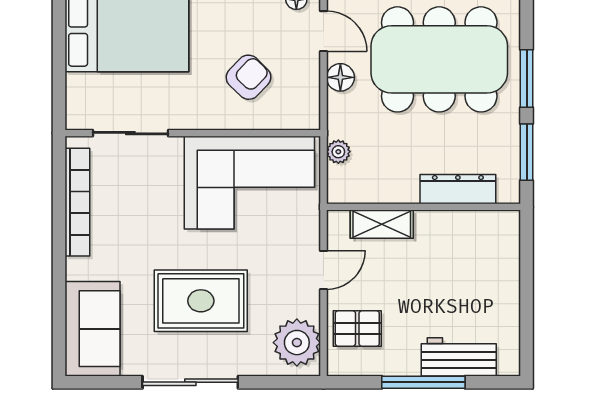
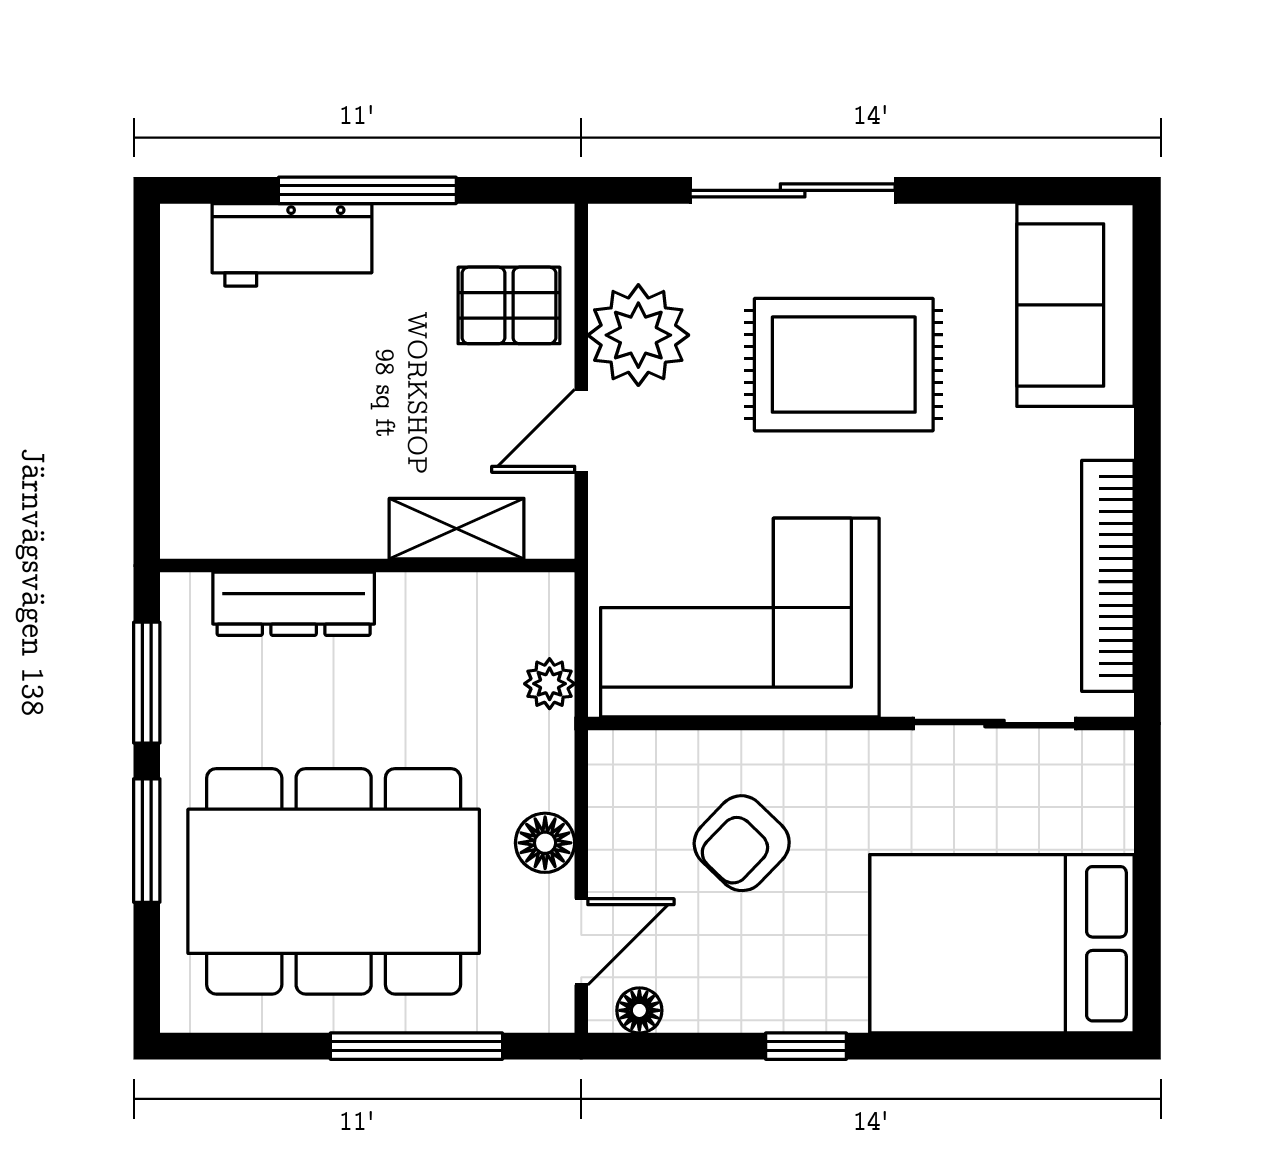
door: (324, 31) -> (581, 942), swing flipped
plant: (297, 343) -> (638, 335), moved
sliding door: (190, 382) -> (793, 190), moved

